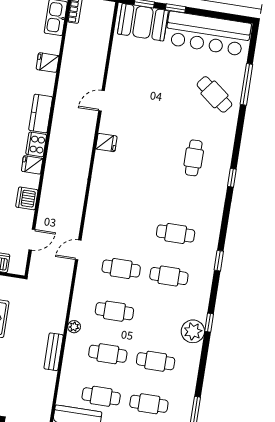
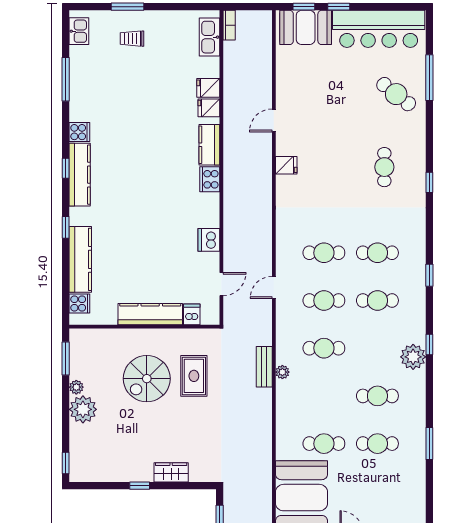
fridge: (32, 165) -> (209, 108), moved
bench: (54, 352) -> (264, 367), moved
cafe table: (108, 354) -> (324, 253), moved

